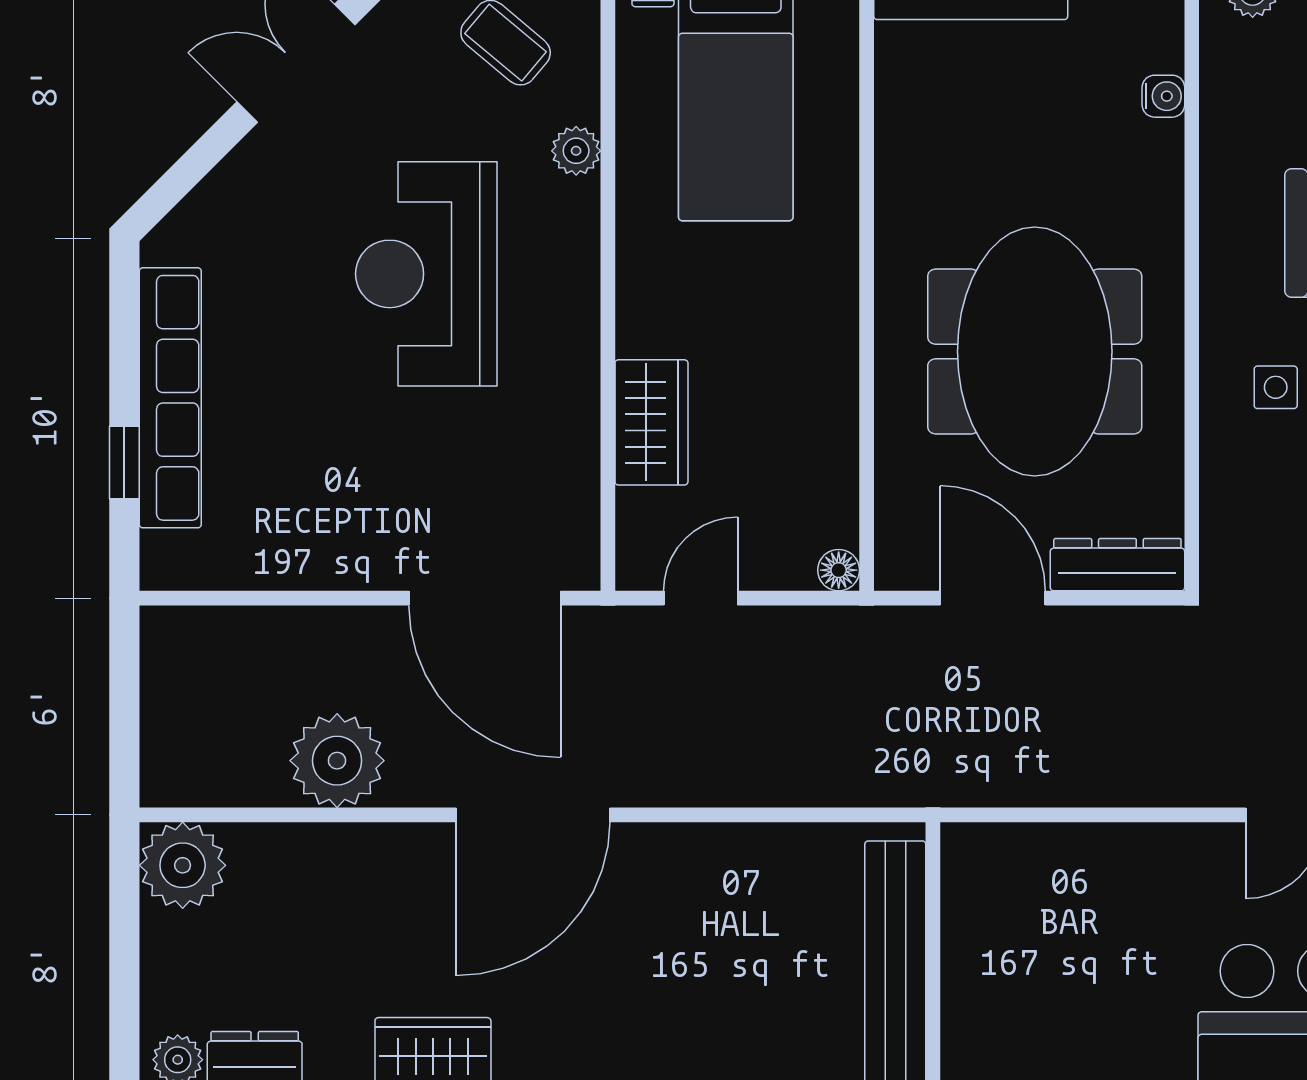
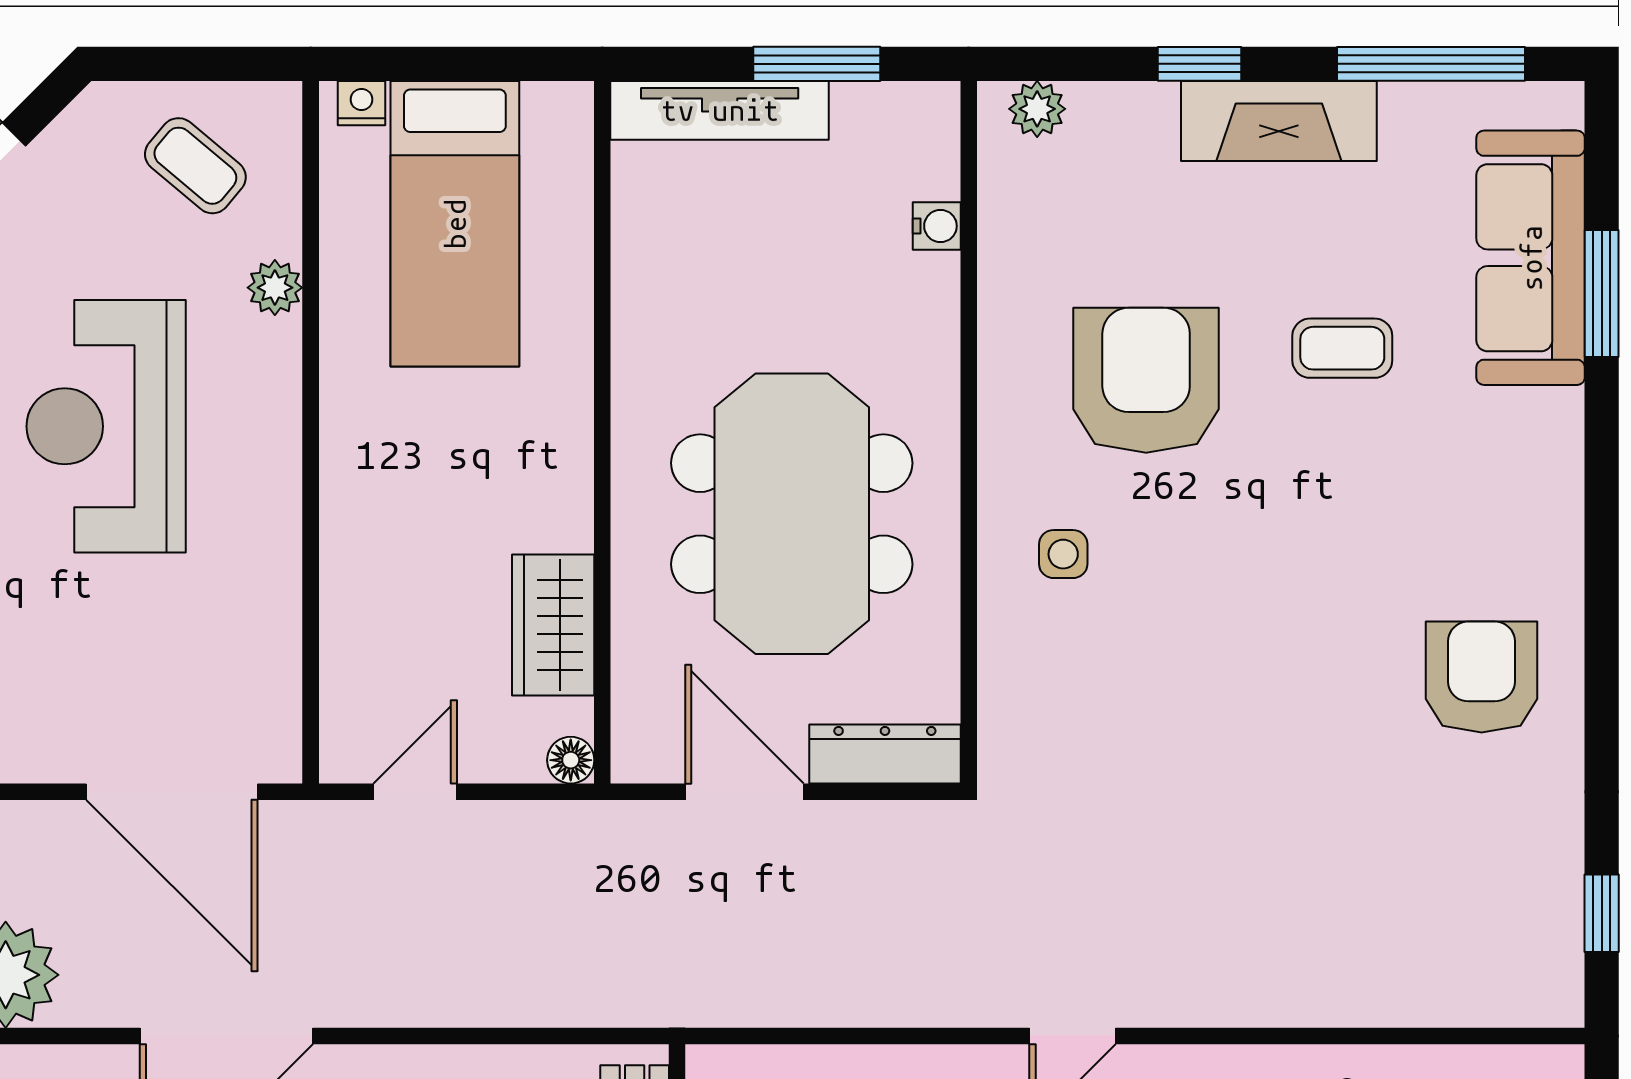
wardrobe: (651, 422) -> (553, 625), moved, turned 180

